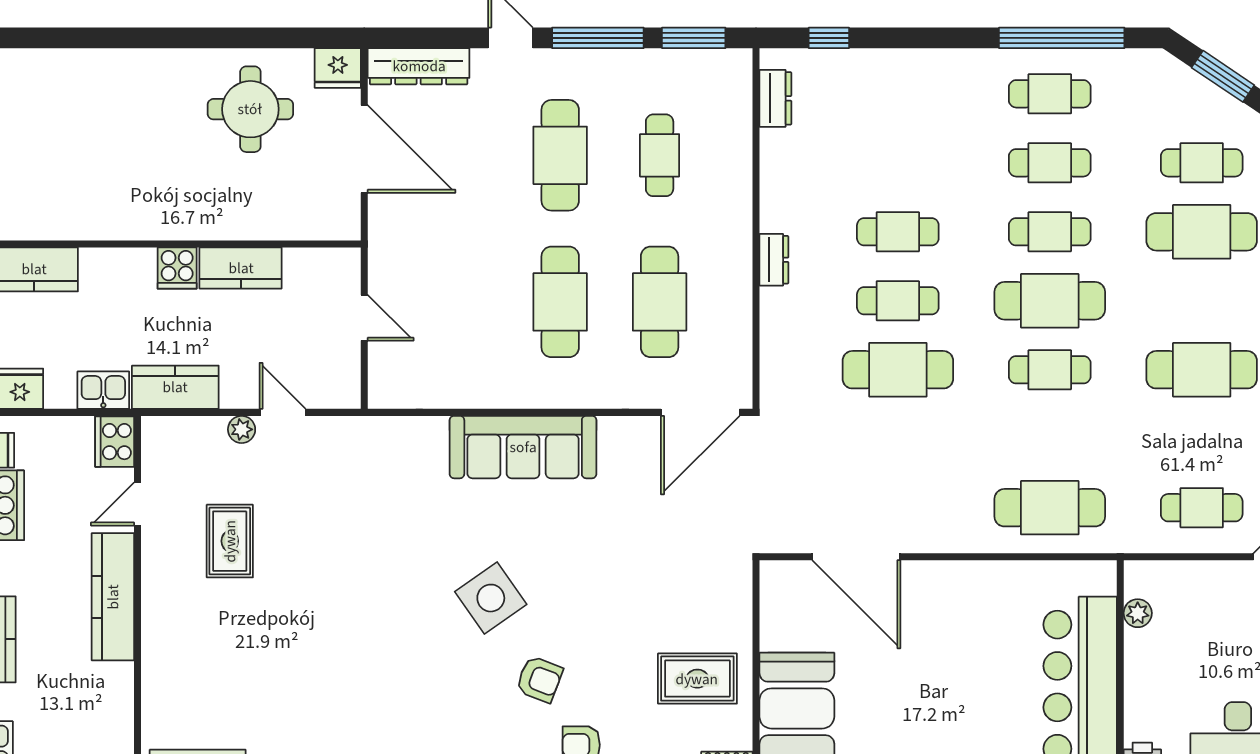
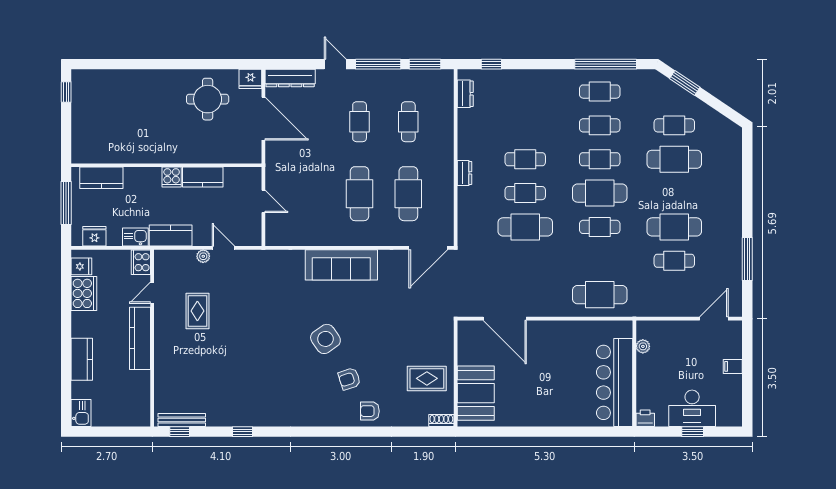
cafe table: (560, 155) -> (360, 122), width x0.73, depth x0.74
cafe table: (1202, 508) -> (674, 261), moved
armchair: (539, 679) -> (349, 379), turned 141

